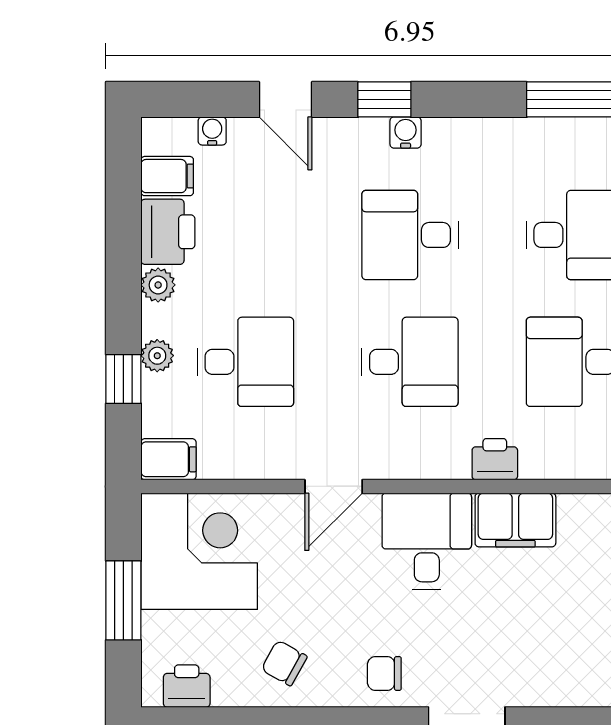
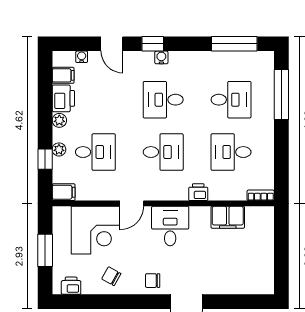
filing cabinet: (515, 520) -> (228, 217), moved
corner desk: (199, 551) -> (95, 230), moved, turned 90

